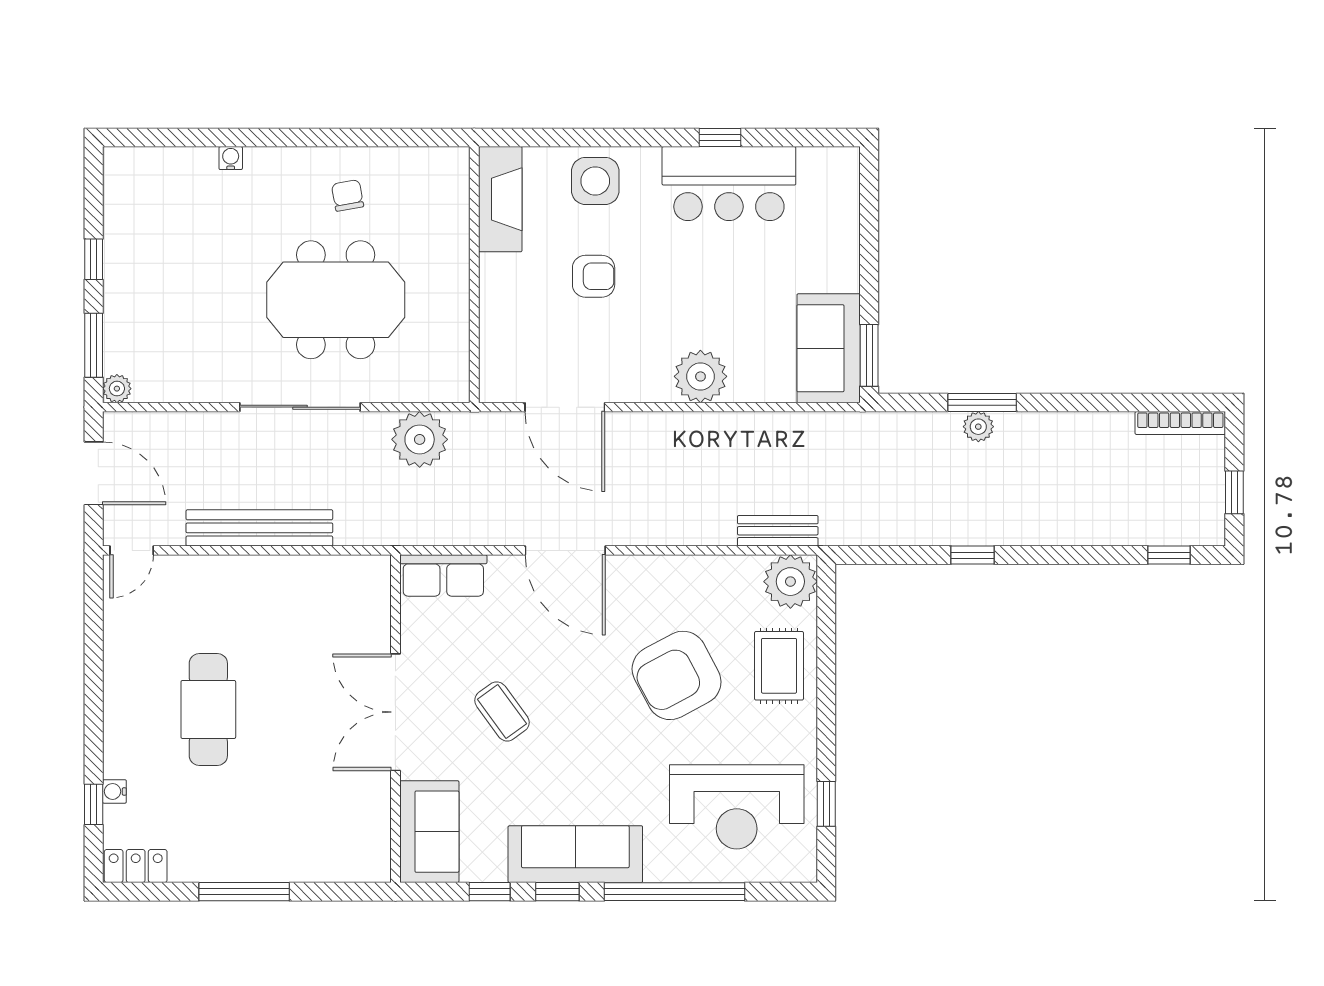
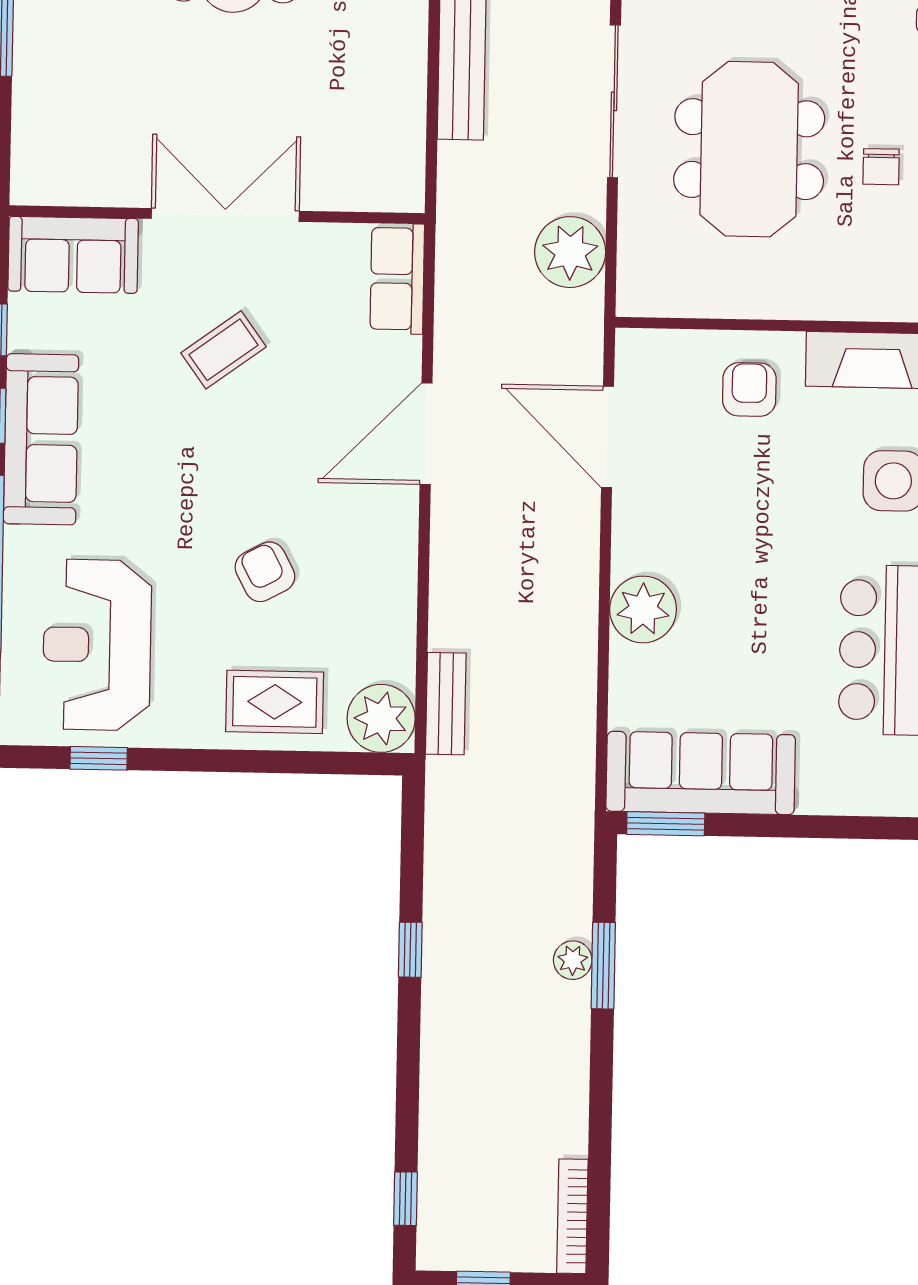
chair: (348, 195) -> (881, 167), turned 100
armchair: (594, 276) -> (749, 390), moved, turned 180
sofa: (829, 348) -> (701, 773), width x1.36
door: (565, 407) -> (608, 437), hinge flipped
armchair: (677, 675) -> (265, 572), width x0.53, depth x0.53

